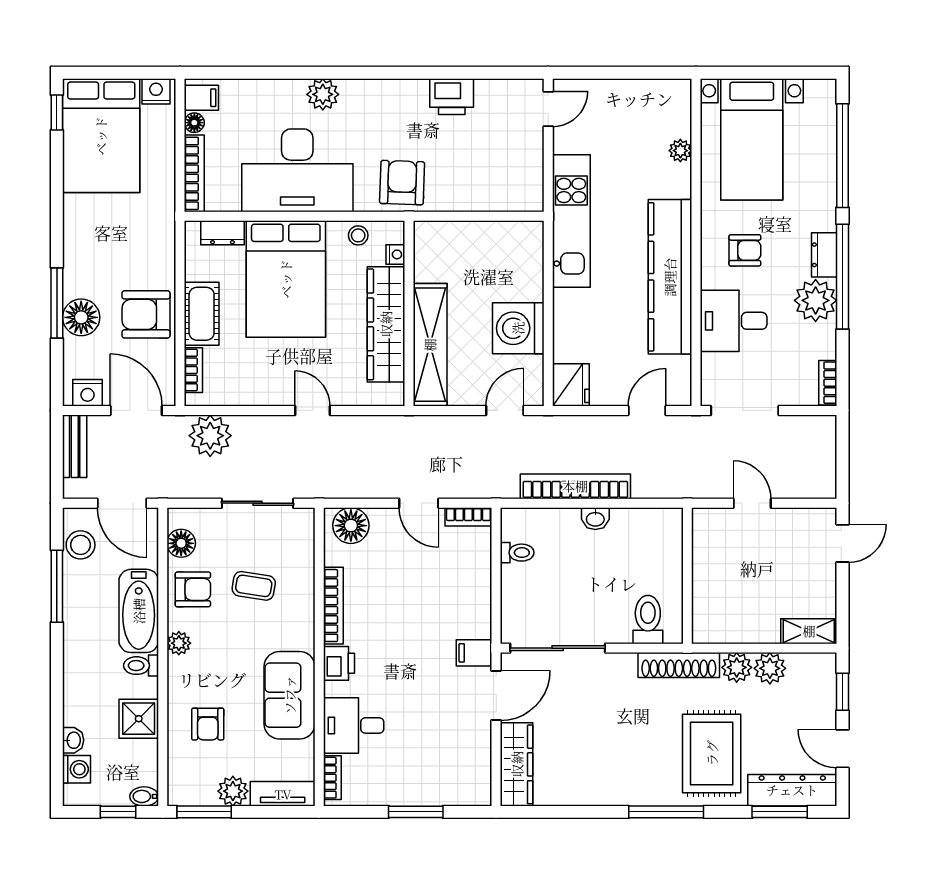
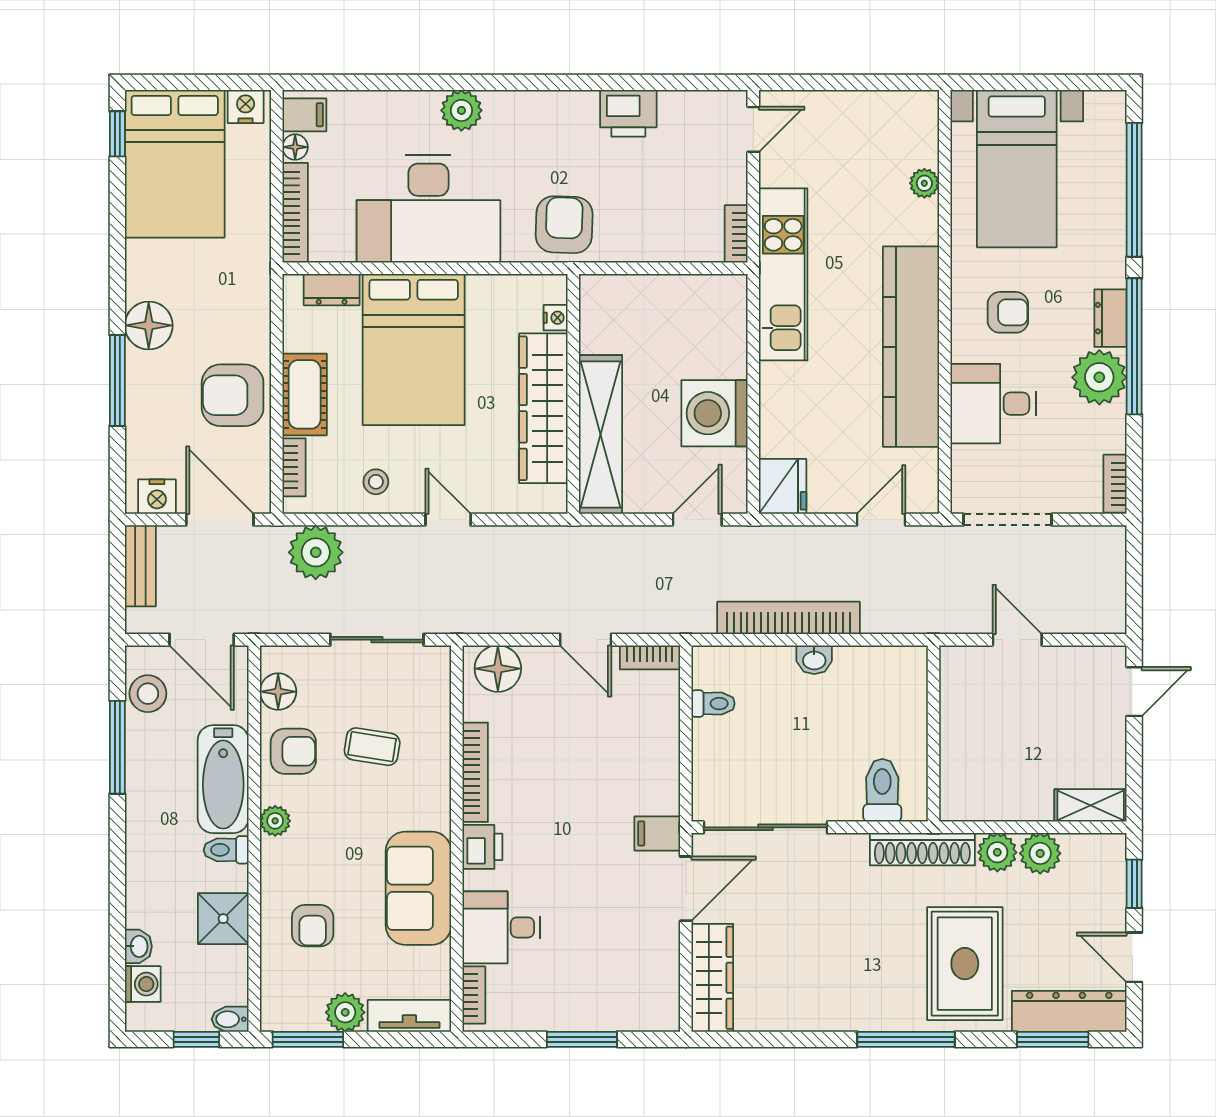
bookcase: (535, 190) -> (736, 234), added
stool: (358, 235) -> (376, 482), moved
floor lamp: (81, 317) -> (149, 325), moved

